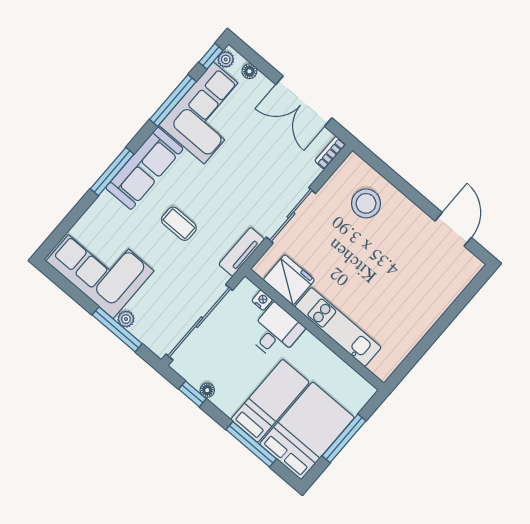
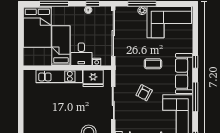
window: (173, 101) -> (195, 97), moved
window: (112, 171) -> (195, 62), width x0.46
armchair: (230, 191) -> (144, 93), added
tv unit: (242, 252) -> (120, 73), removed
bed: (270, 401) -> (61, 46), moved, turned 180
window: (344, 438) -> (21, 36), removed

